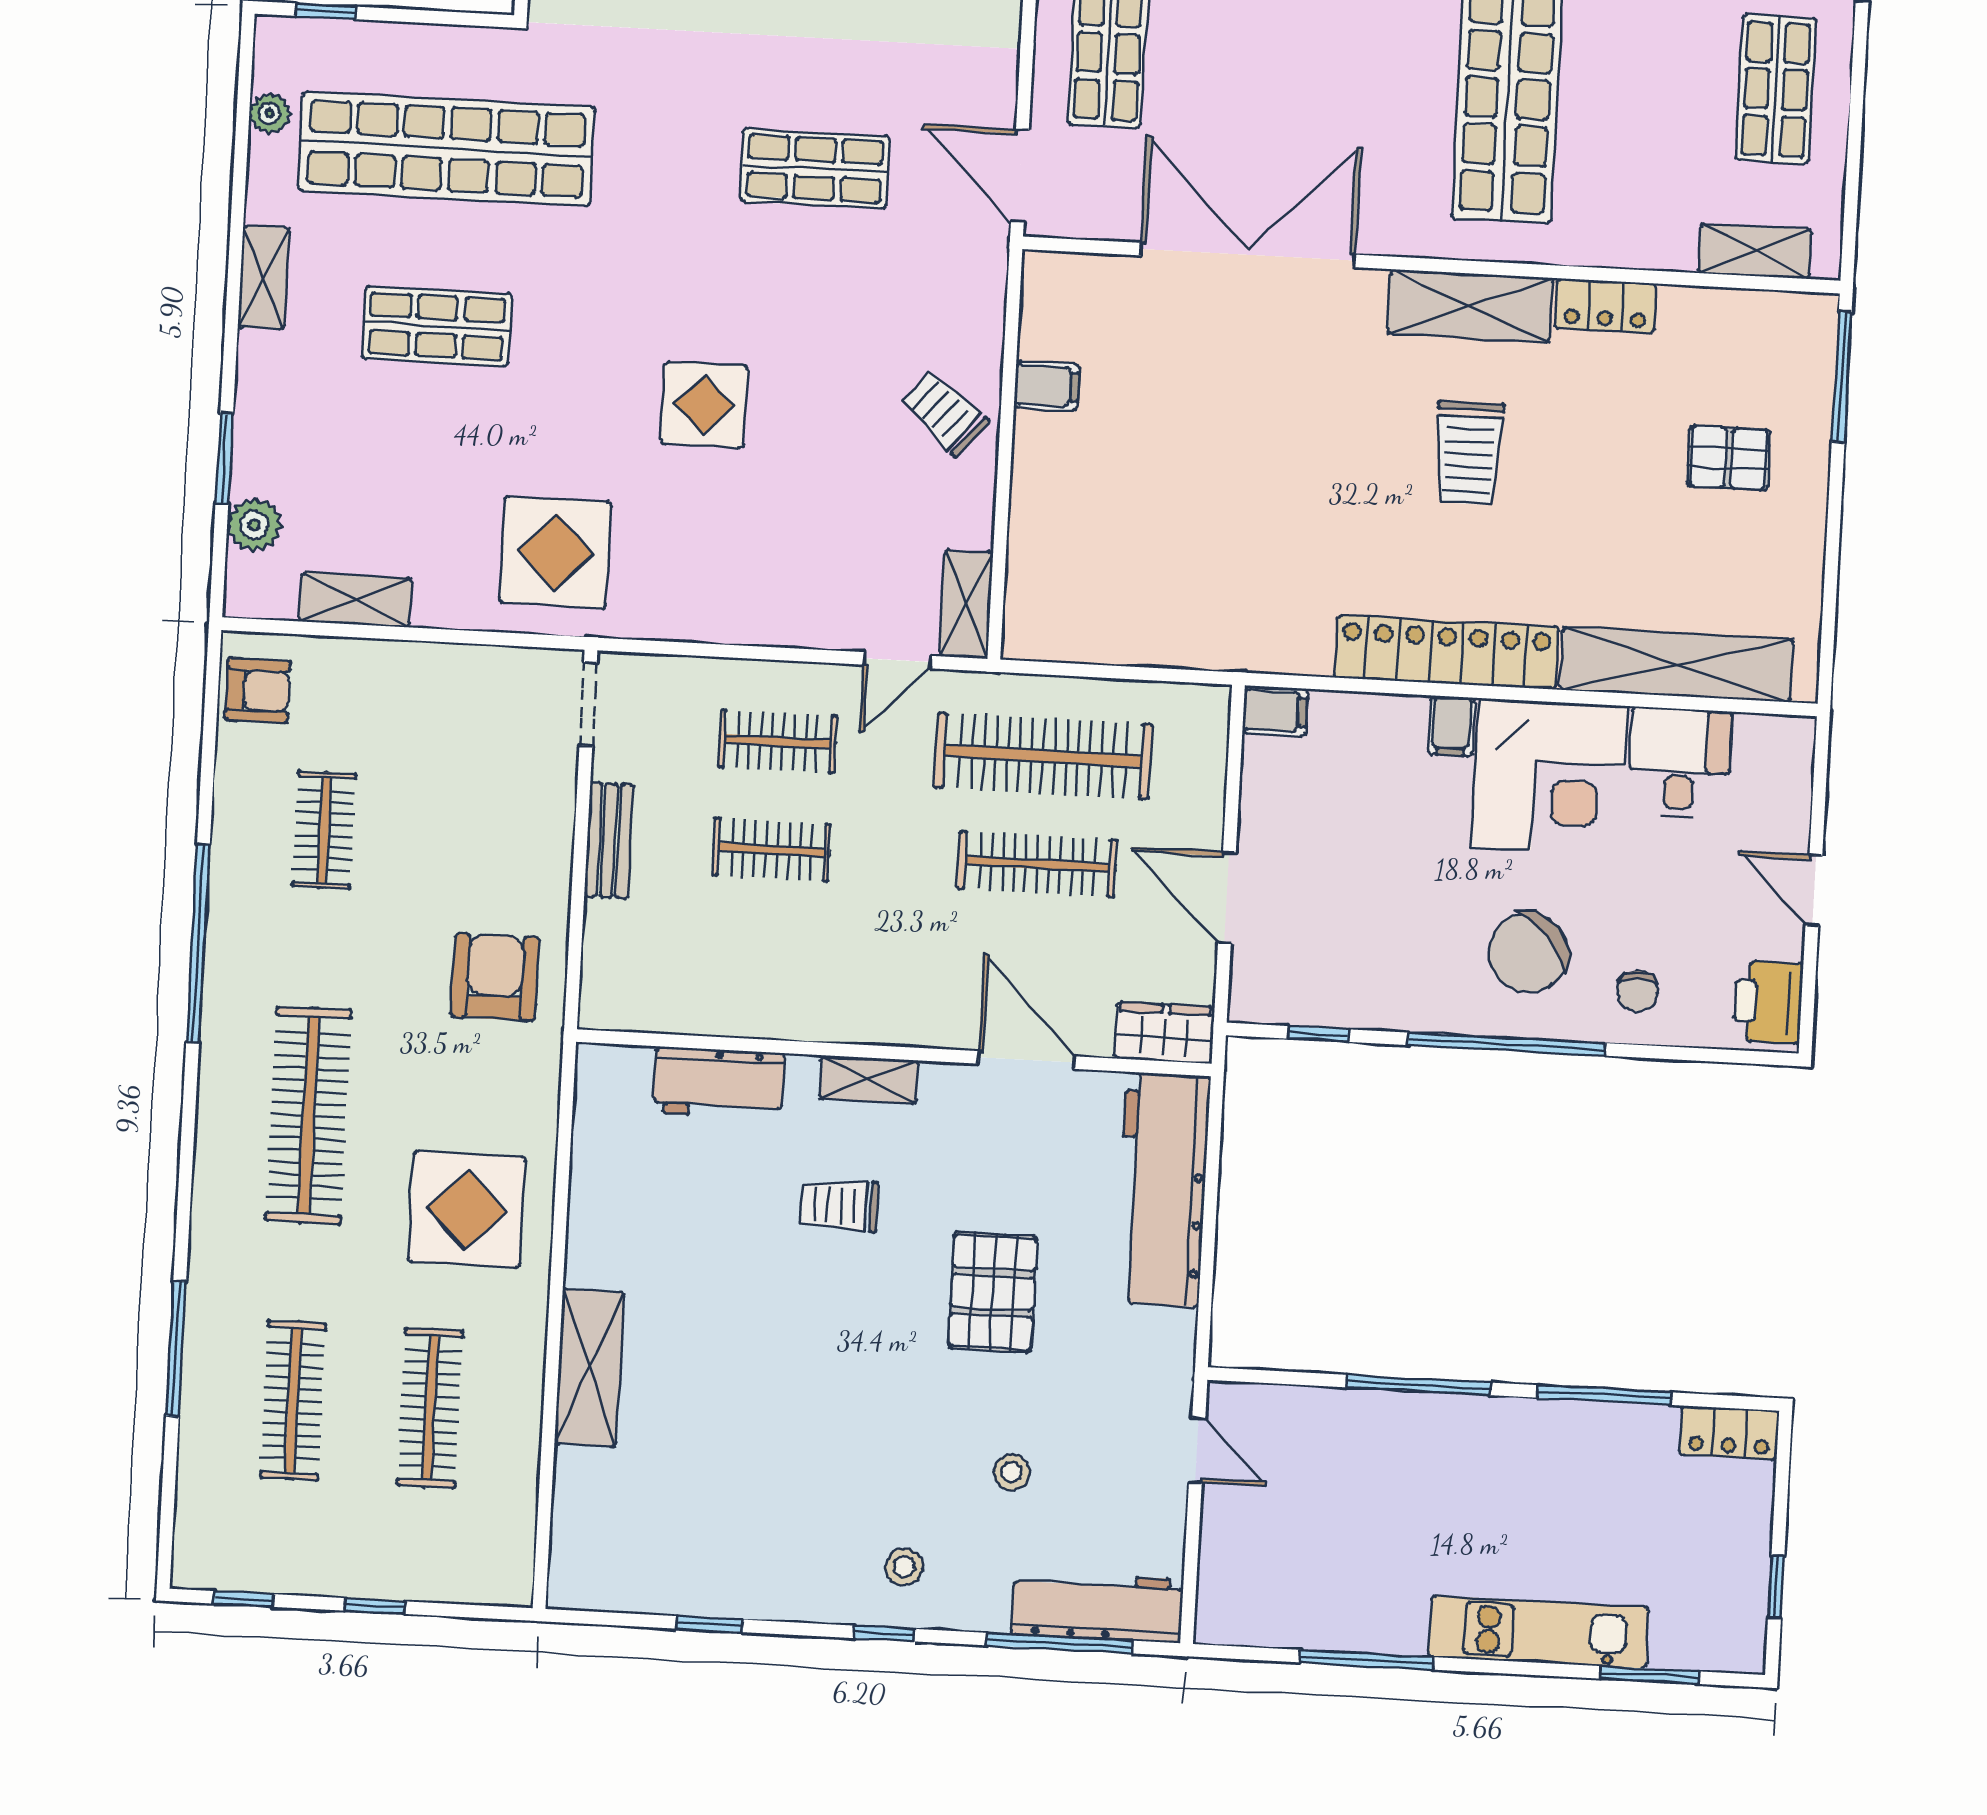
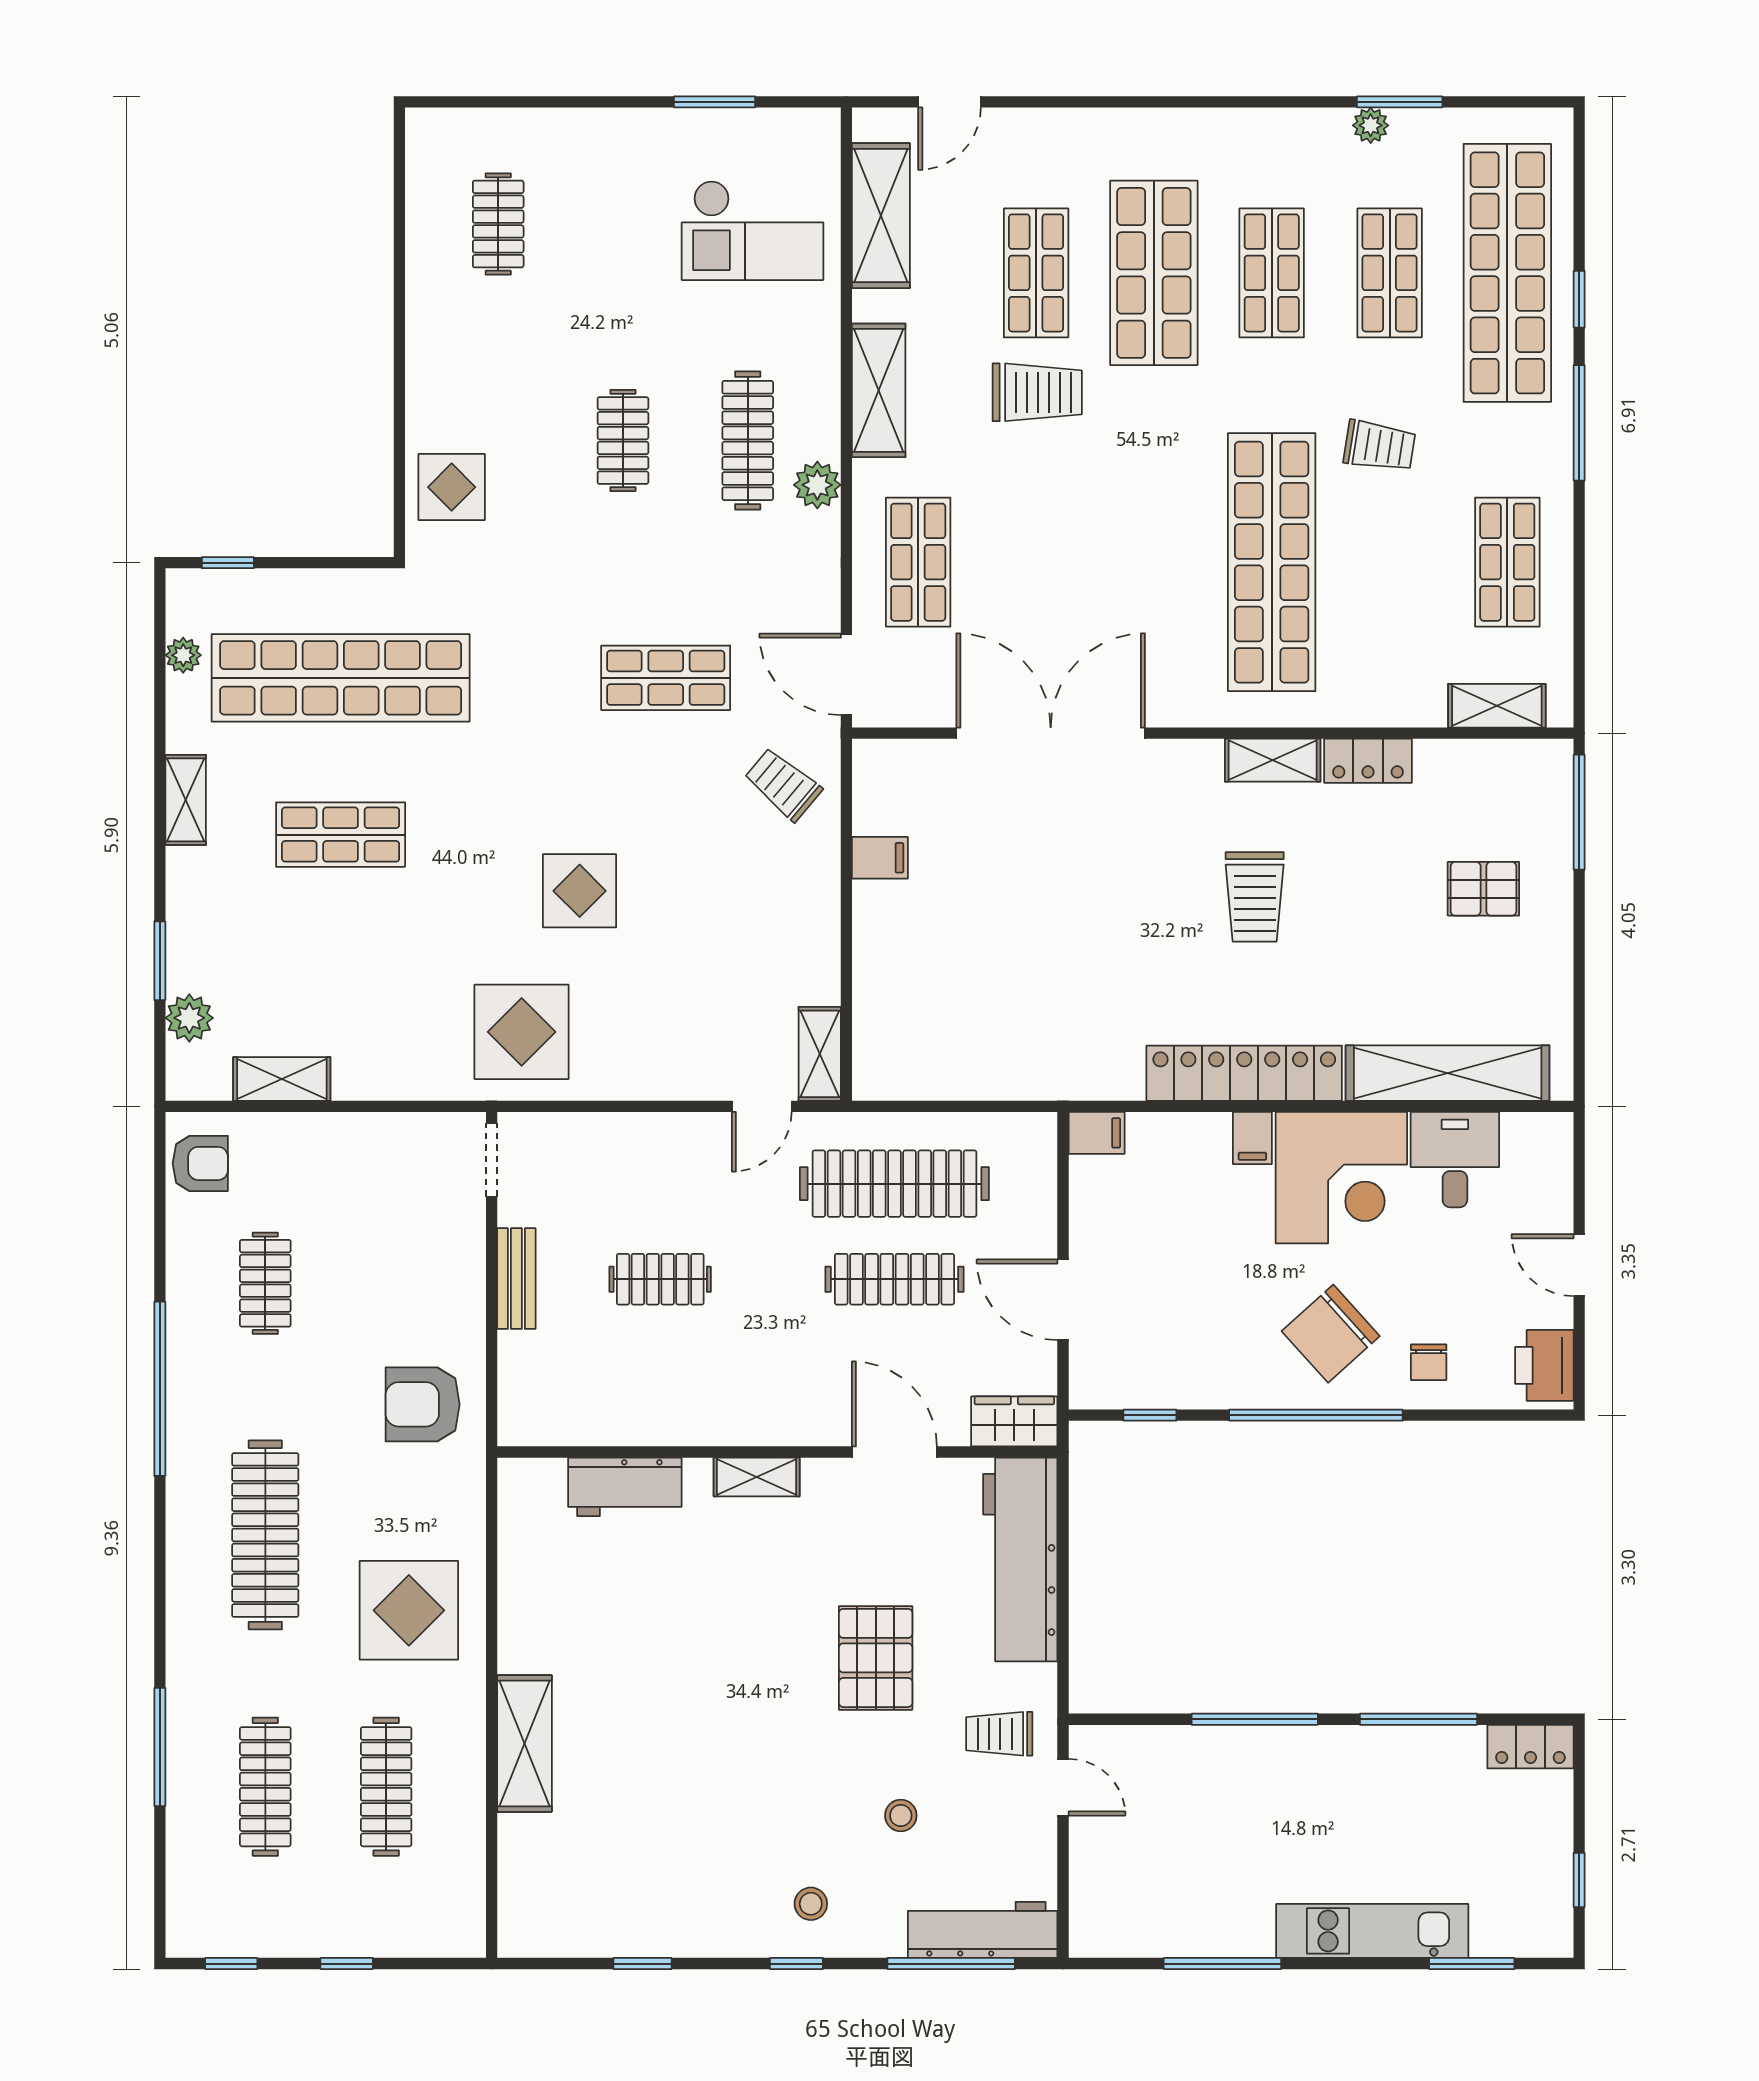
shelving: (1470, 306) -> (1273, 760), width x0.67, depth x0.75
trolley: (944, 413) -> (783, 784), moved
display table: (555, 552) -> (522, 1032), moved
clothes rail: (778, 742) -> (660, 1184), removed
armchair: (495, 977) -> (423, 1404), turned -90
trolley: (839, 1205) -> (999, 1734), moved

